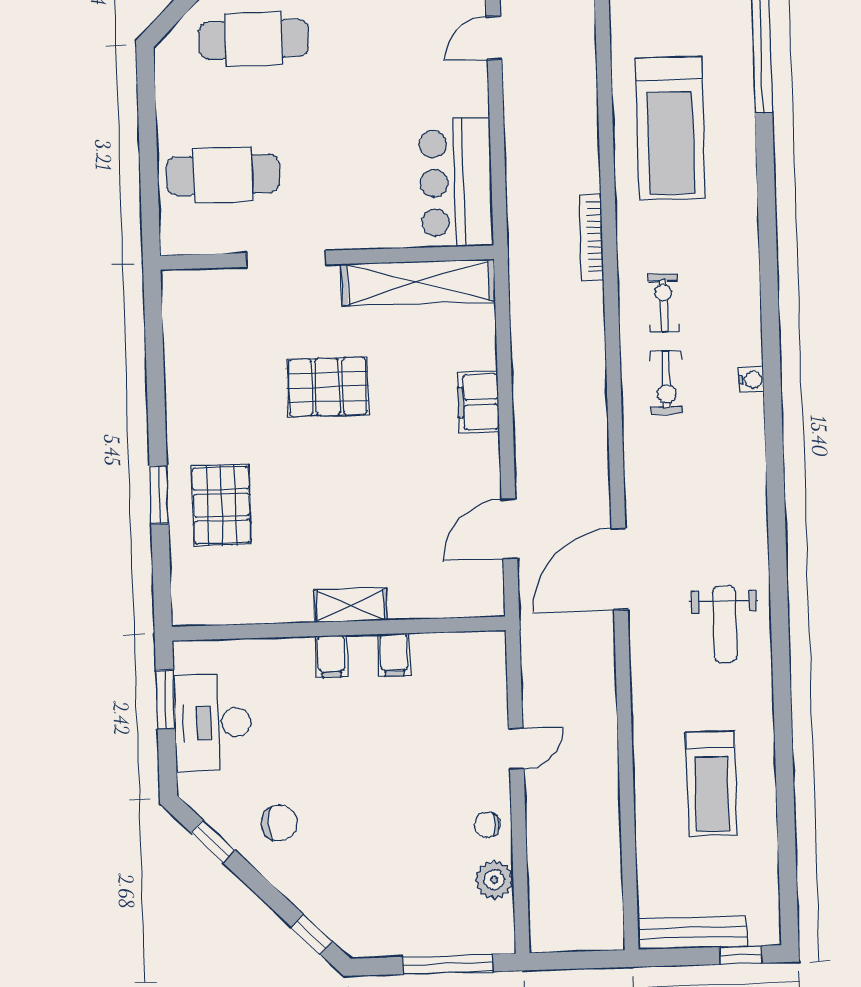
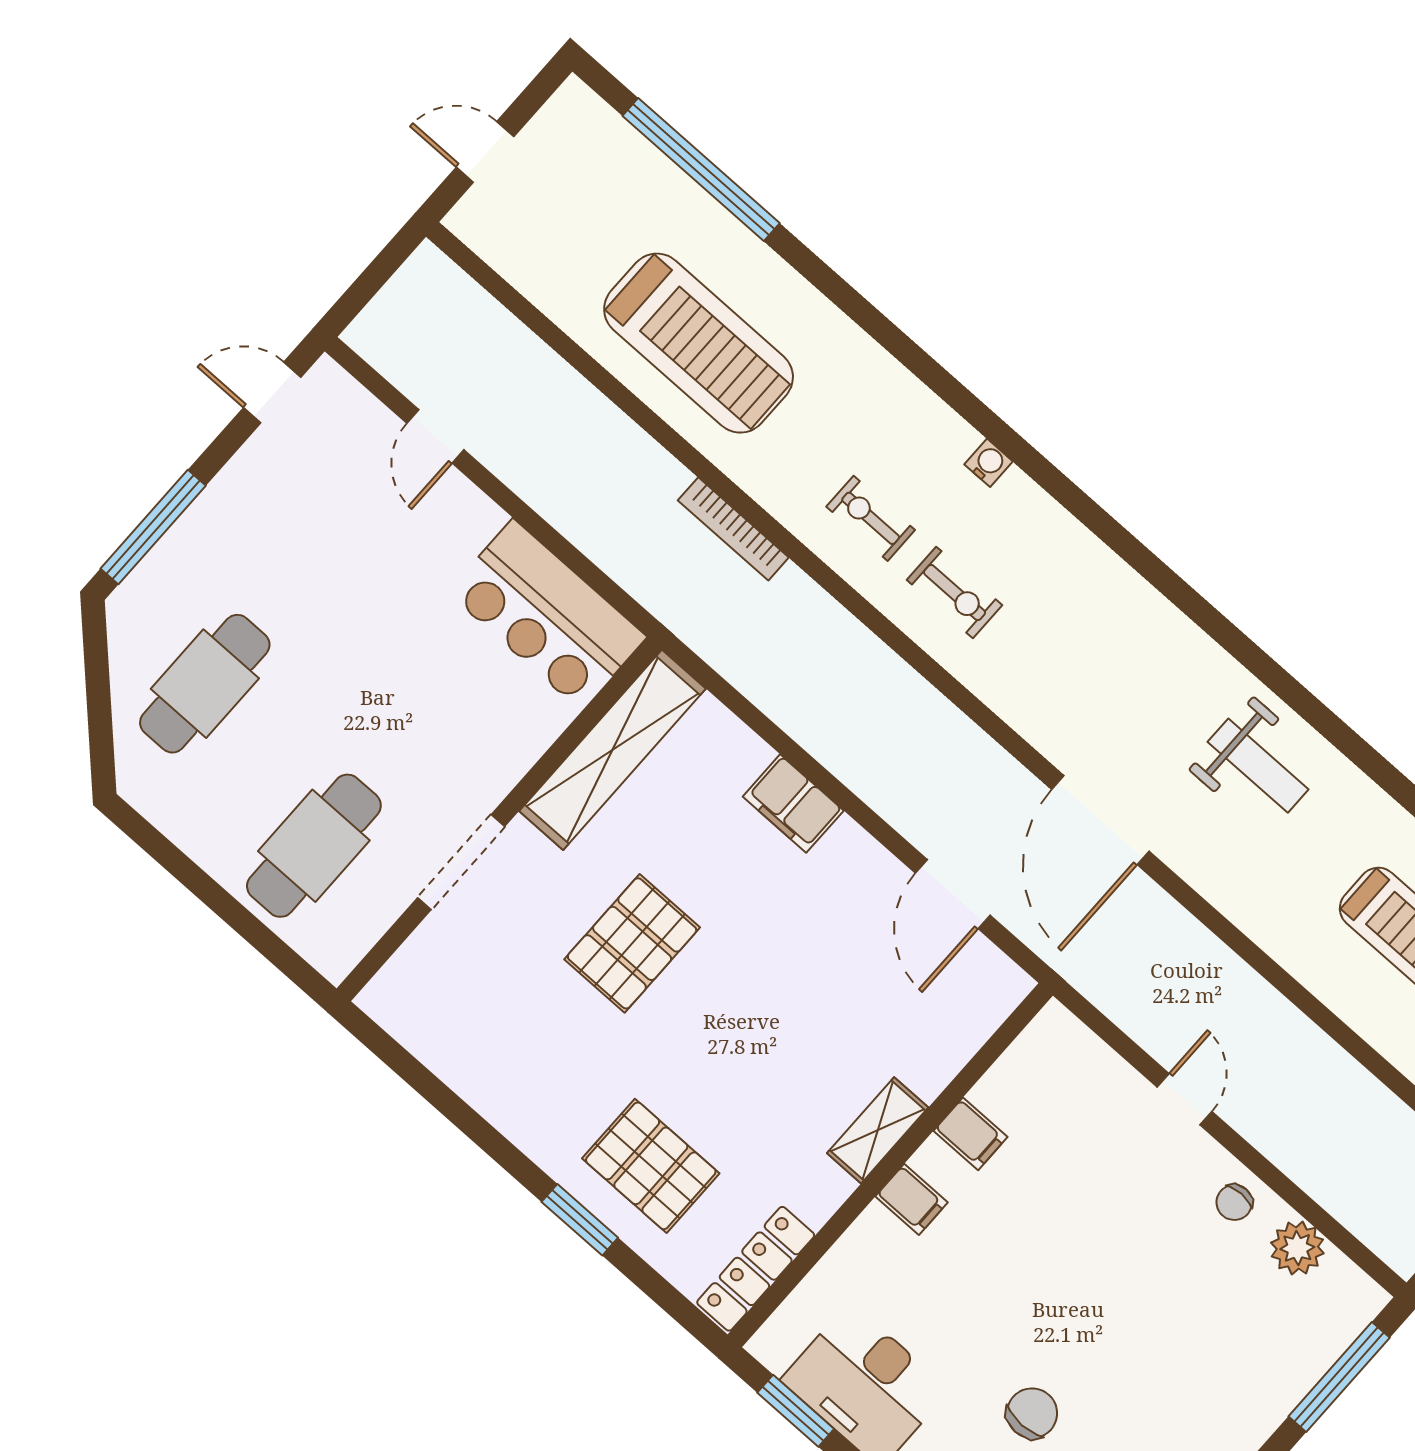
water cooler: (751, 380) -> (989, 463), moved
locker: (219, 610) -> (756, 1269), added

